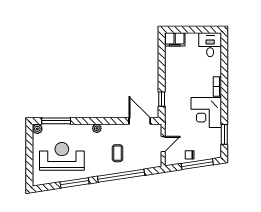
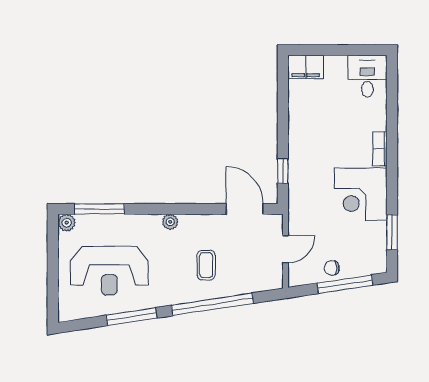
reception desk: (62, 156) -> (109, 271), turned 180

